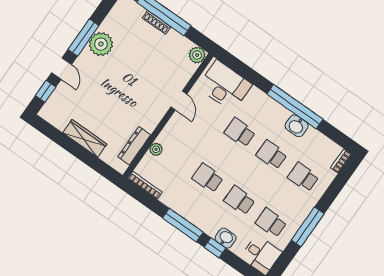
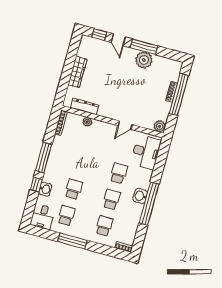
door: (62, 69) -> (118, 40), hinge flipped
washbasin: (297, 126) -> (140, 196), moved
school desk: (208, 178) -> (81, 163), removed

